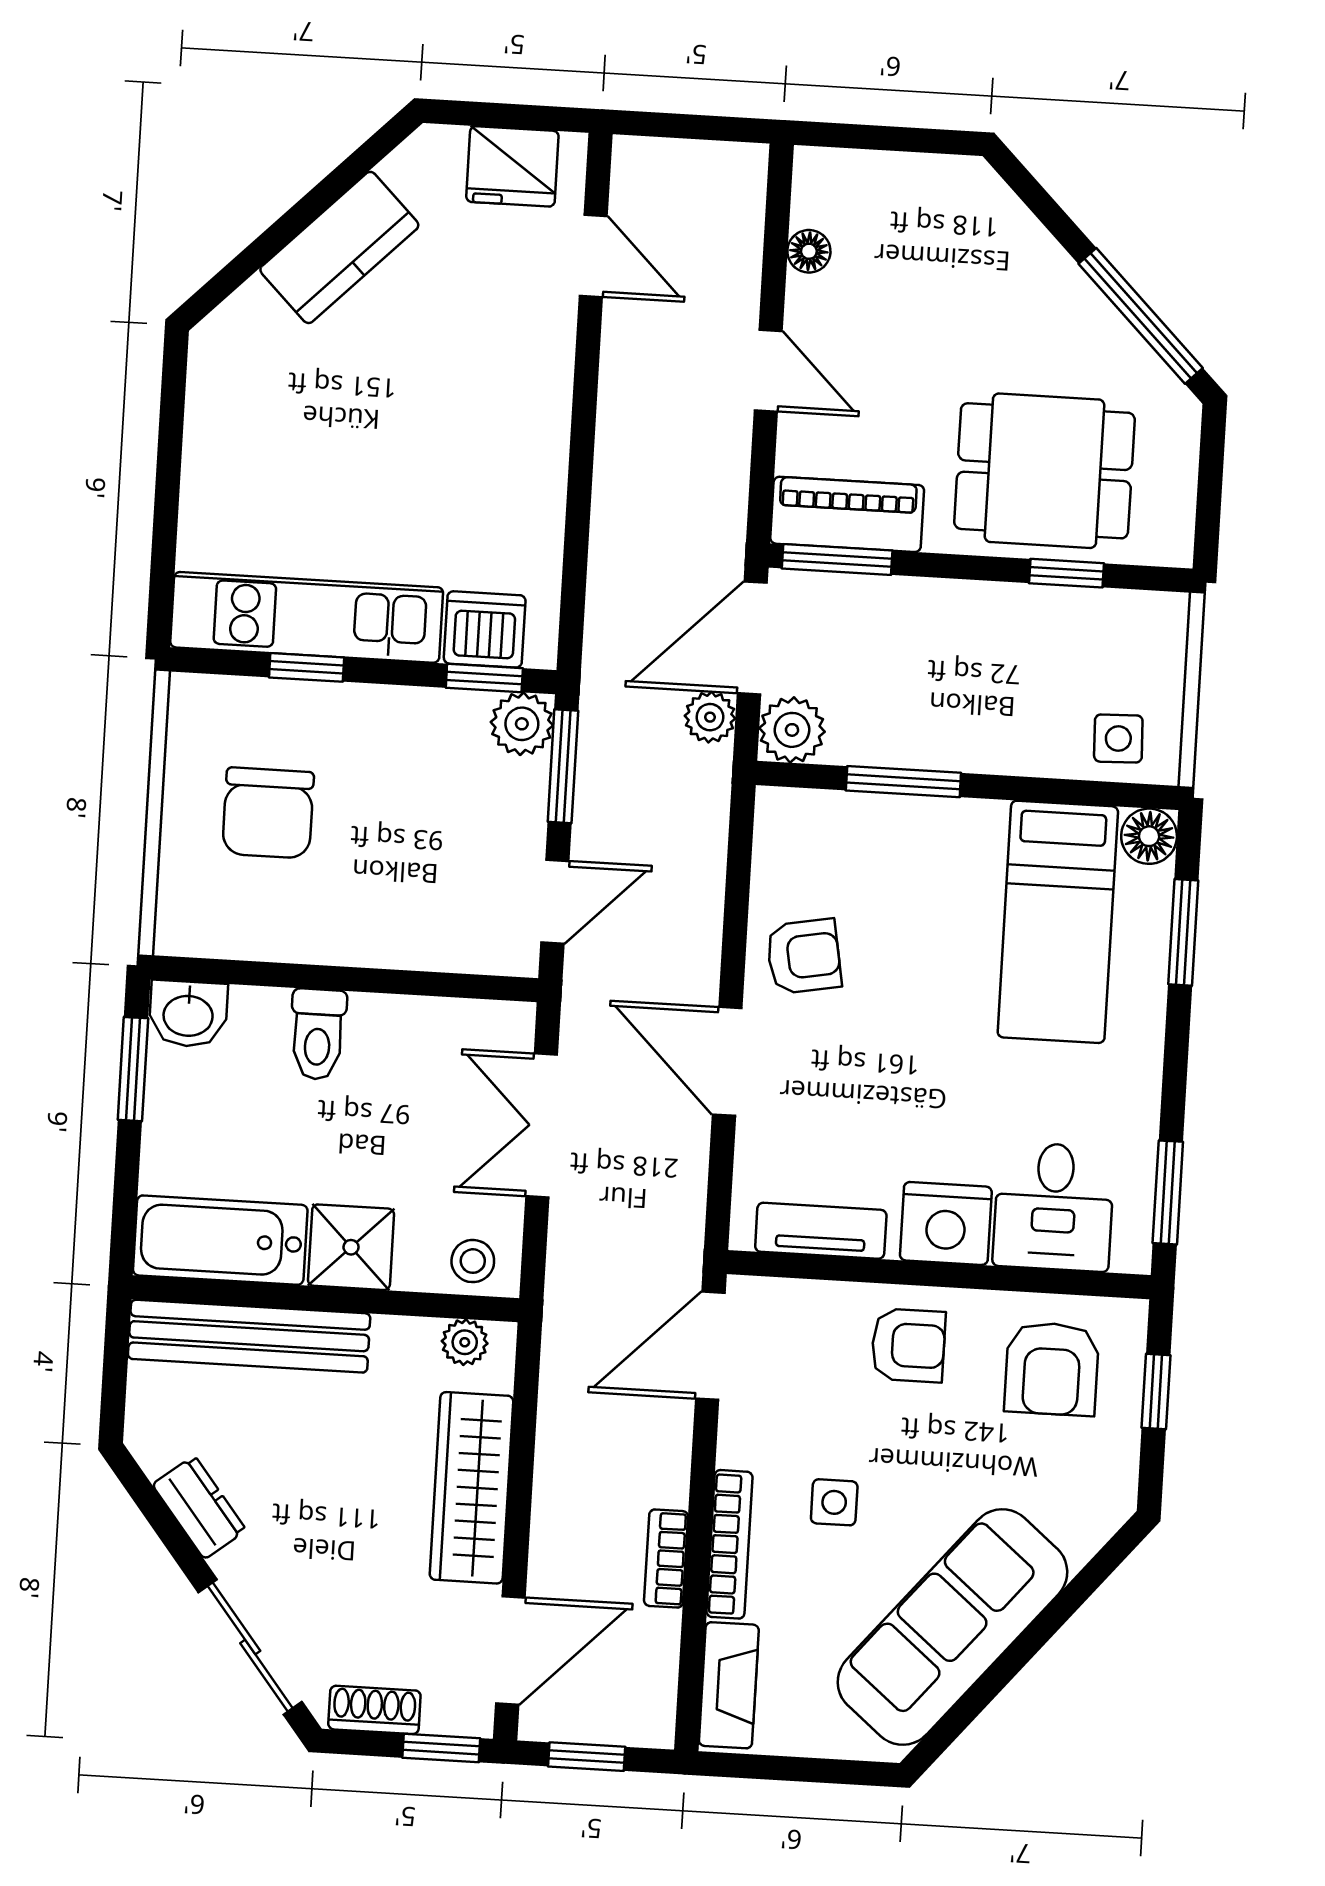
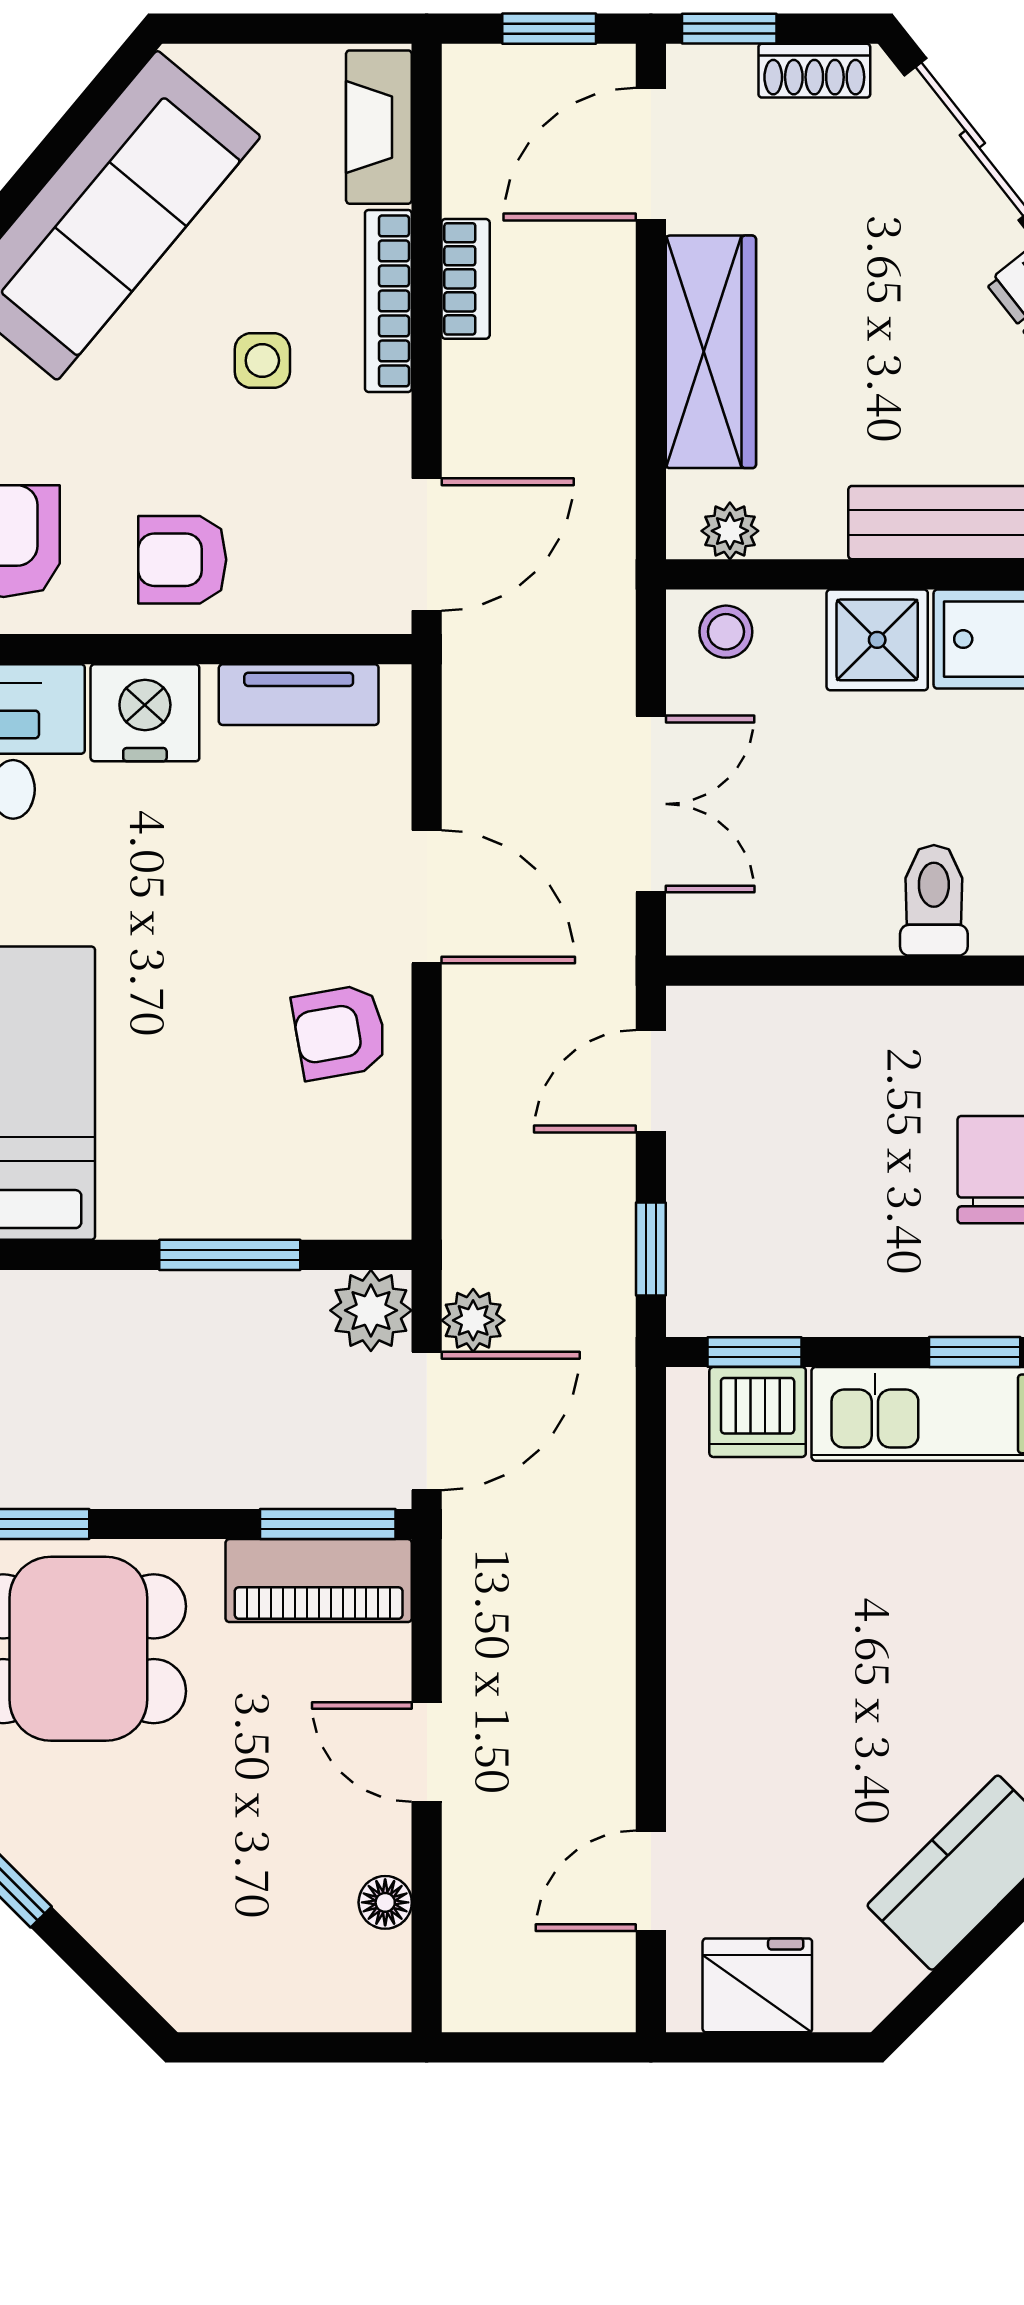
door: (593, 256) -> (651, 1881), hinge flipped
plant: (522, 724) -> (705, 1298), removed
window: (563, 766) -> (651, 1249), width x0.67

